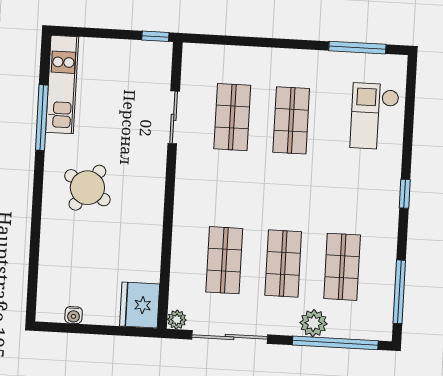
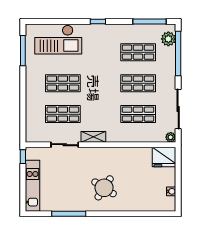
kitchen unit: (62, 85) -> (32, 186), moved, turned 90
checkout: (375, 116) -> (58, 40), width x1.36, depth x1.21
shelving: (186, 173) -> (93, 137), added
plant: (313, 323) -> (168, 39), moved

